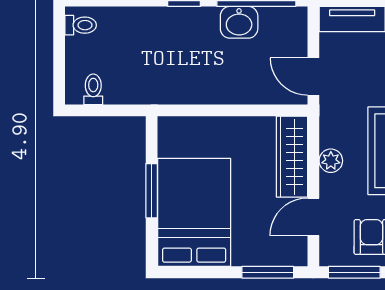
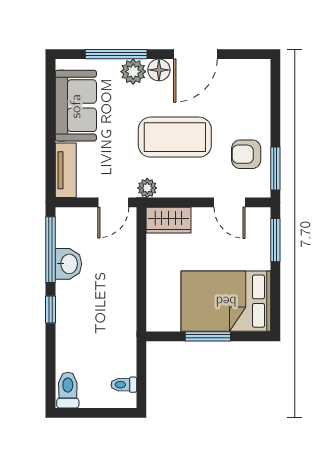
toilet: (81, 25) -> (68, 390), width x1.37, depth x1.39
wardrobe: (292, 157) -> (168, 220), width x0.67
plant: (331, 161) -> (147, 188), moved

